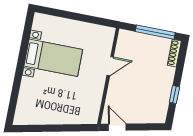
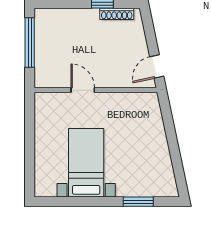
shoe rack: (174, 53) -> (117, 14), moved
window: (15, 92) -> (138, 202), added

